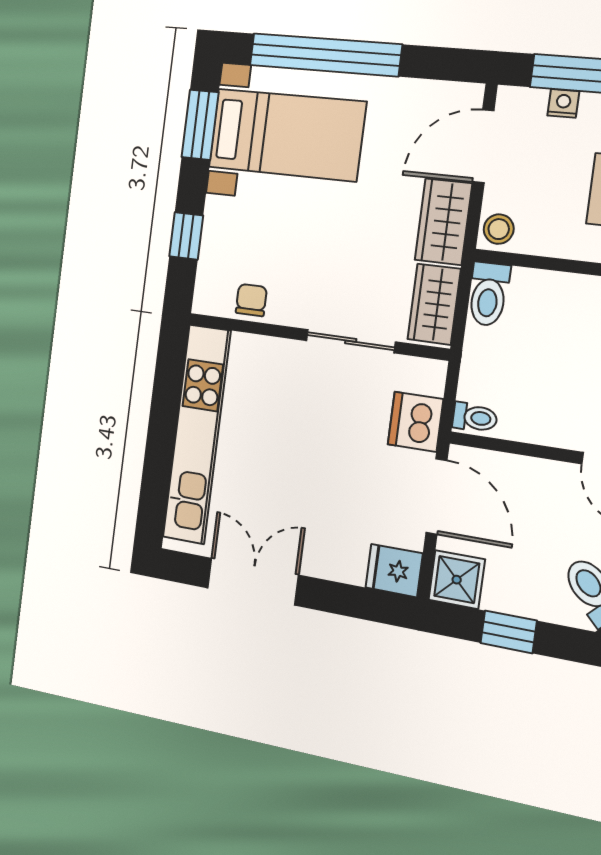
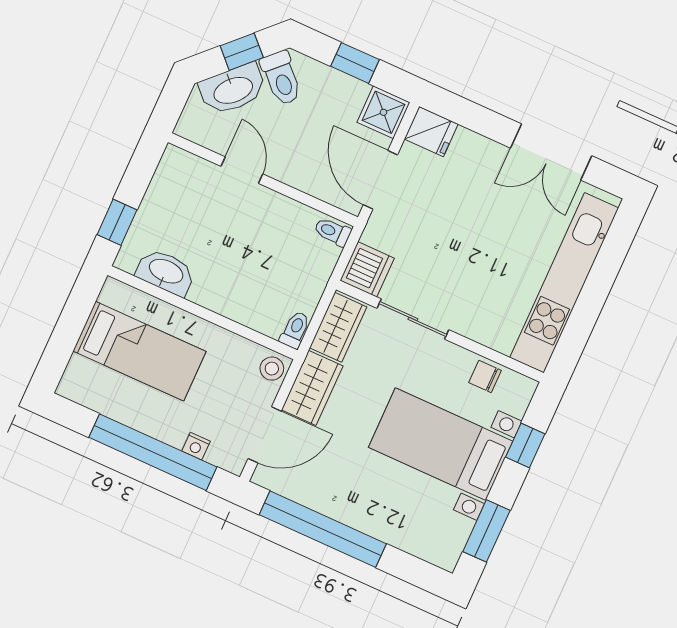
window: (325, 55) -> (323, 529), moved
bed with nightstands: (287, 135) -> (441, 444), moved
toilet: (488, 294) -> (295, 330), width x0.73, depth x0.72
chair: (251, 300) -> (485, 376), turned 90
dishwasher: (415, 422) -> (367, 269), moved

